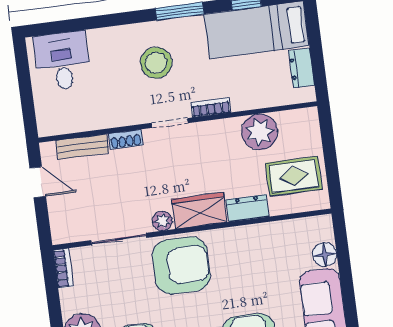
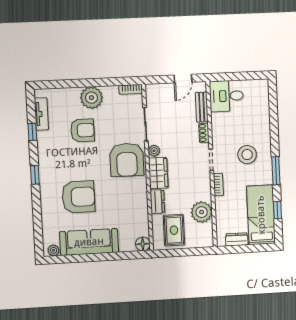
desk: (62, 61) -> (226, 96), moved, turned 180
floor lamp: (325, 254) -> (143, 244), moved

